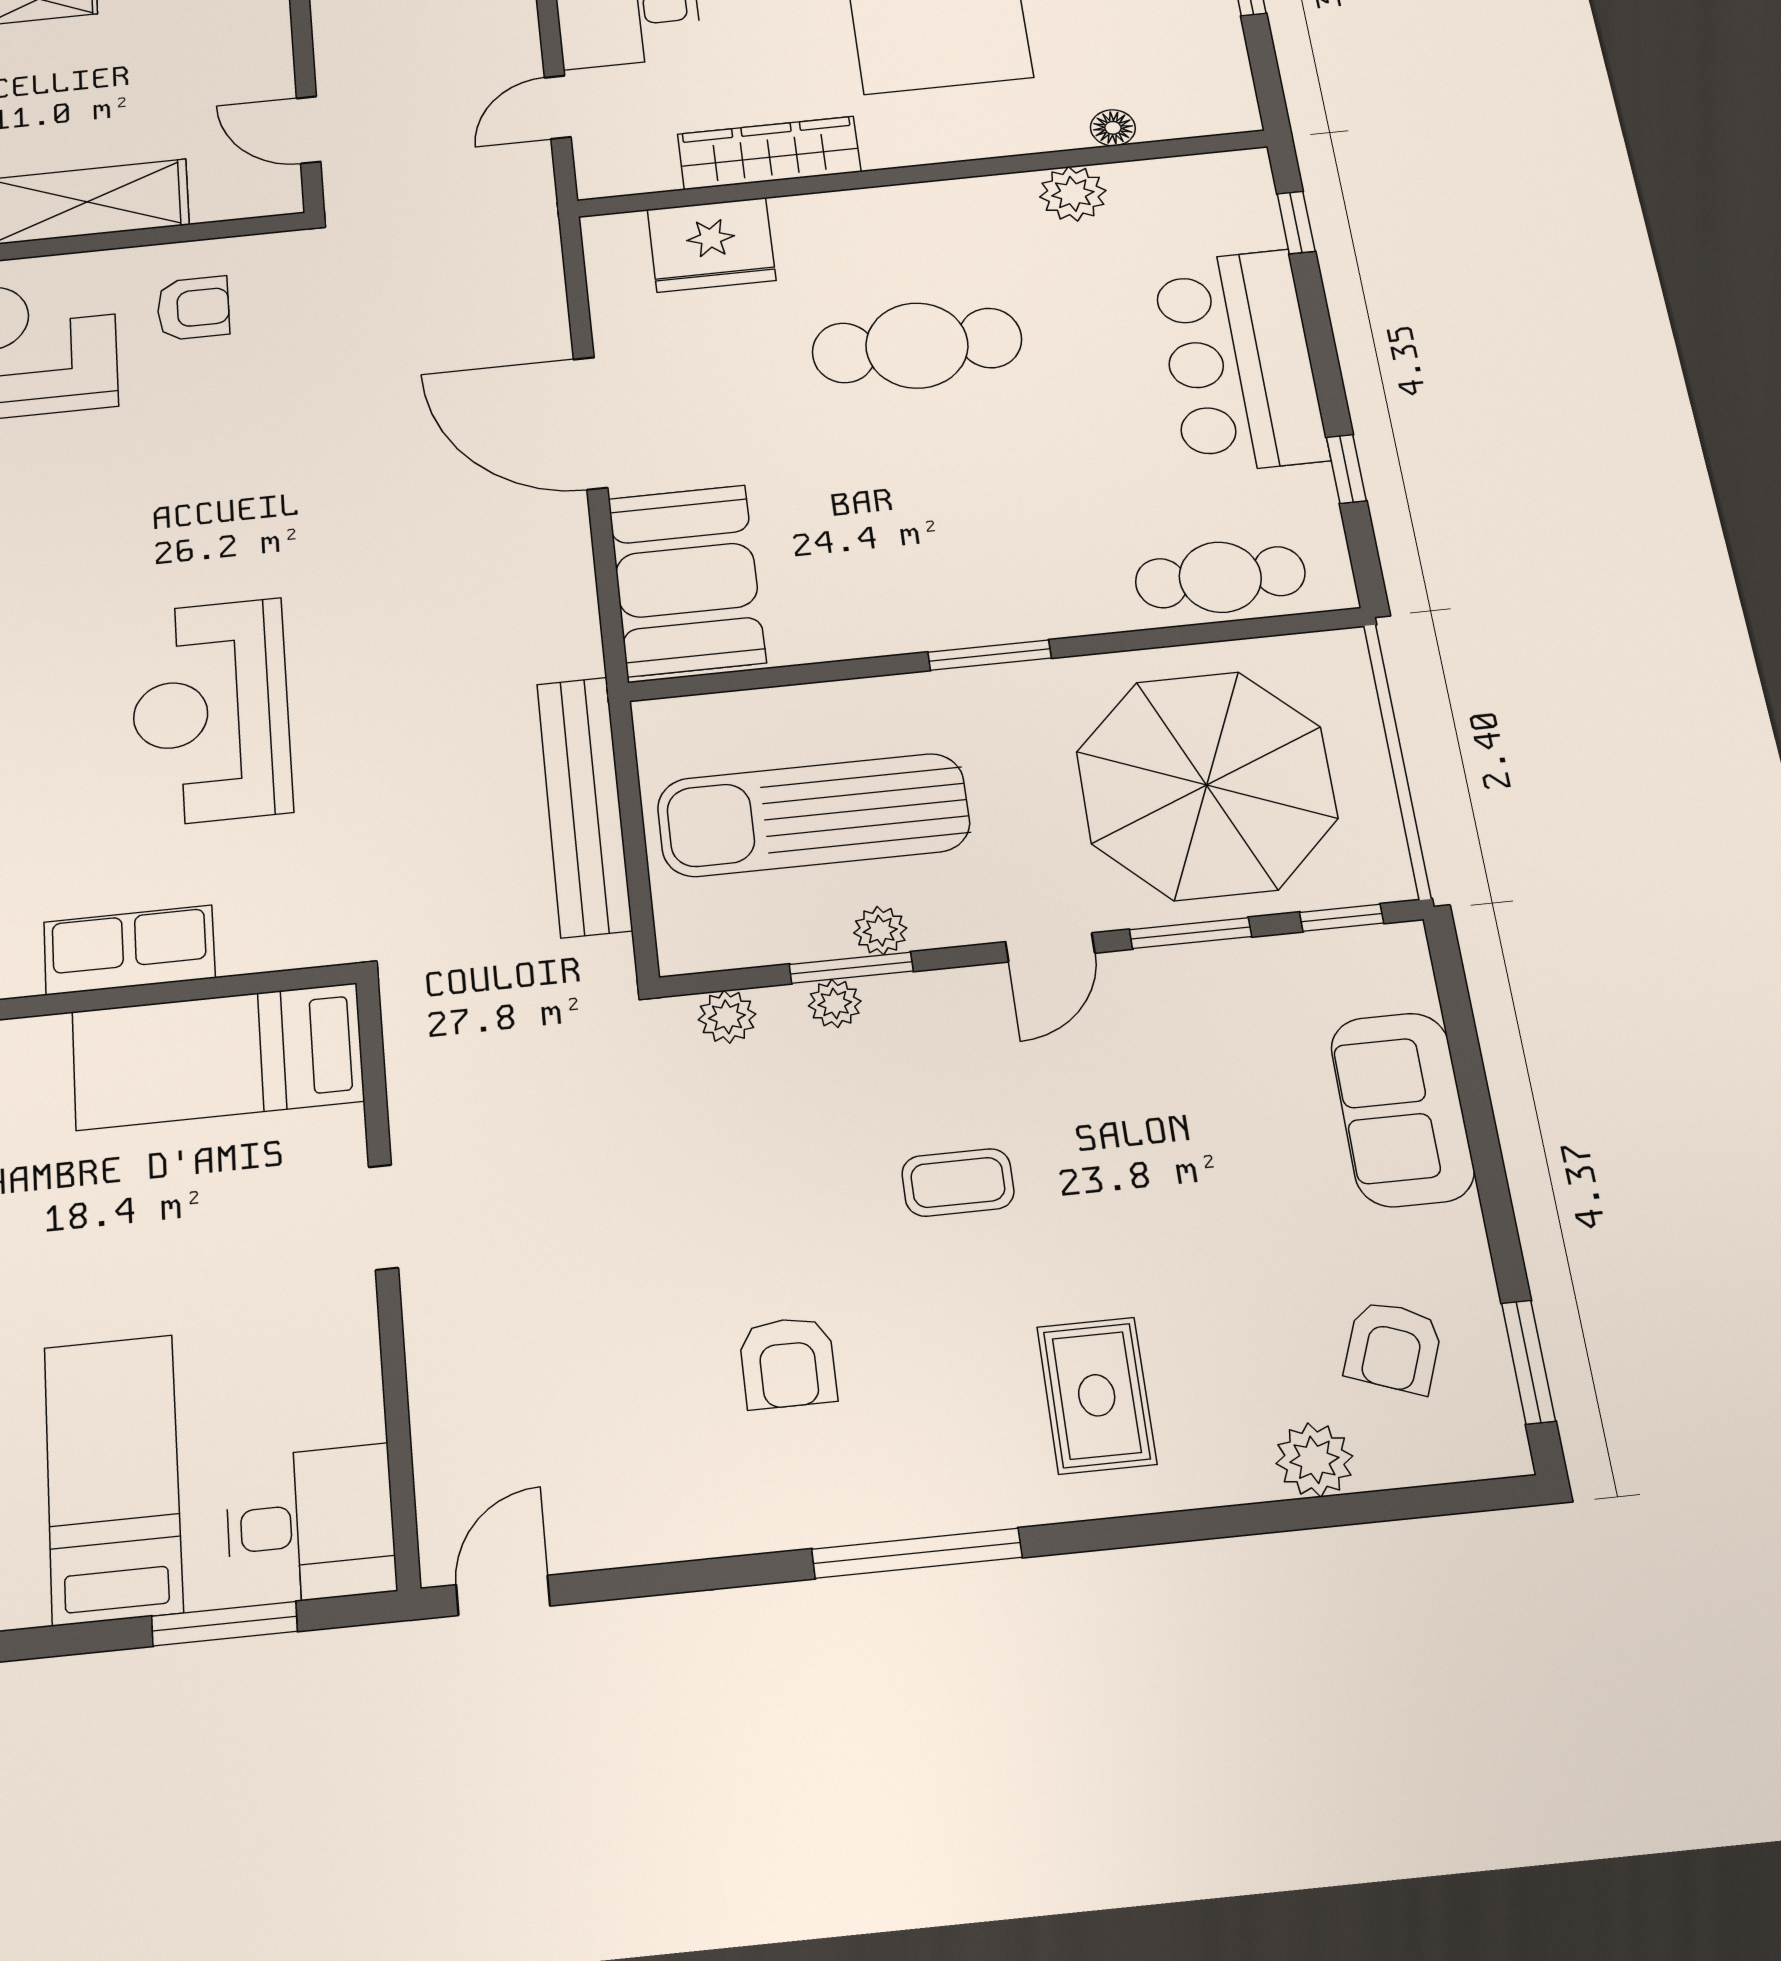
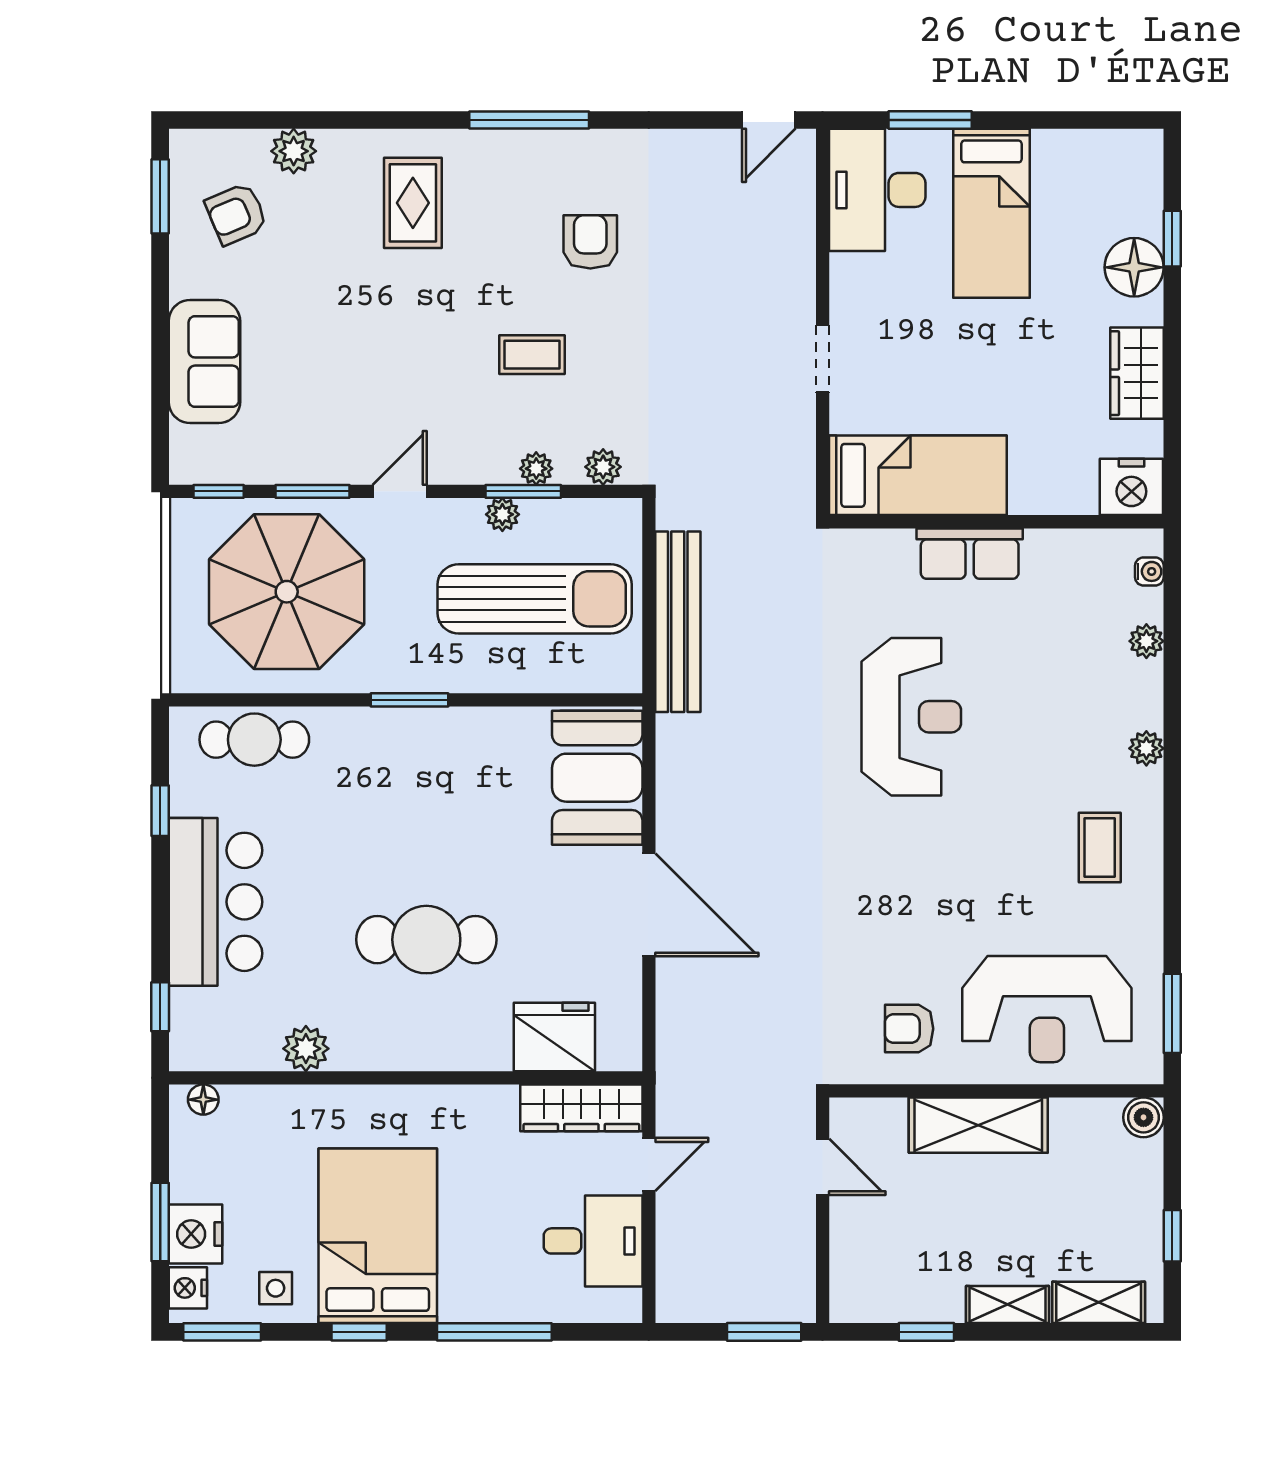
floor lamp: (1113, 128) -> (203, 1100), moved
wardrobe: (769, 153) -> (581, 1108), moved
coffee table: (958, 1182) -> (532, 355), moved
armchair: (1393, 1347) -> (236, 214), turned -134
desk: (311, 1525) -> (877, 190), width x1.37

